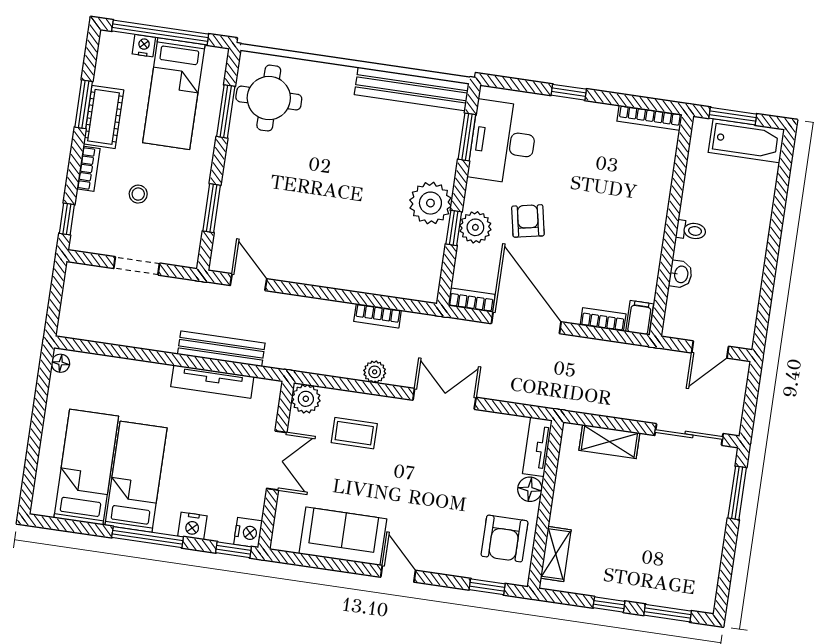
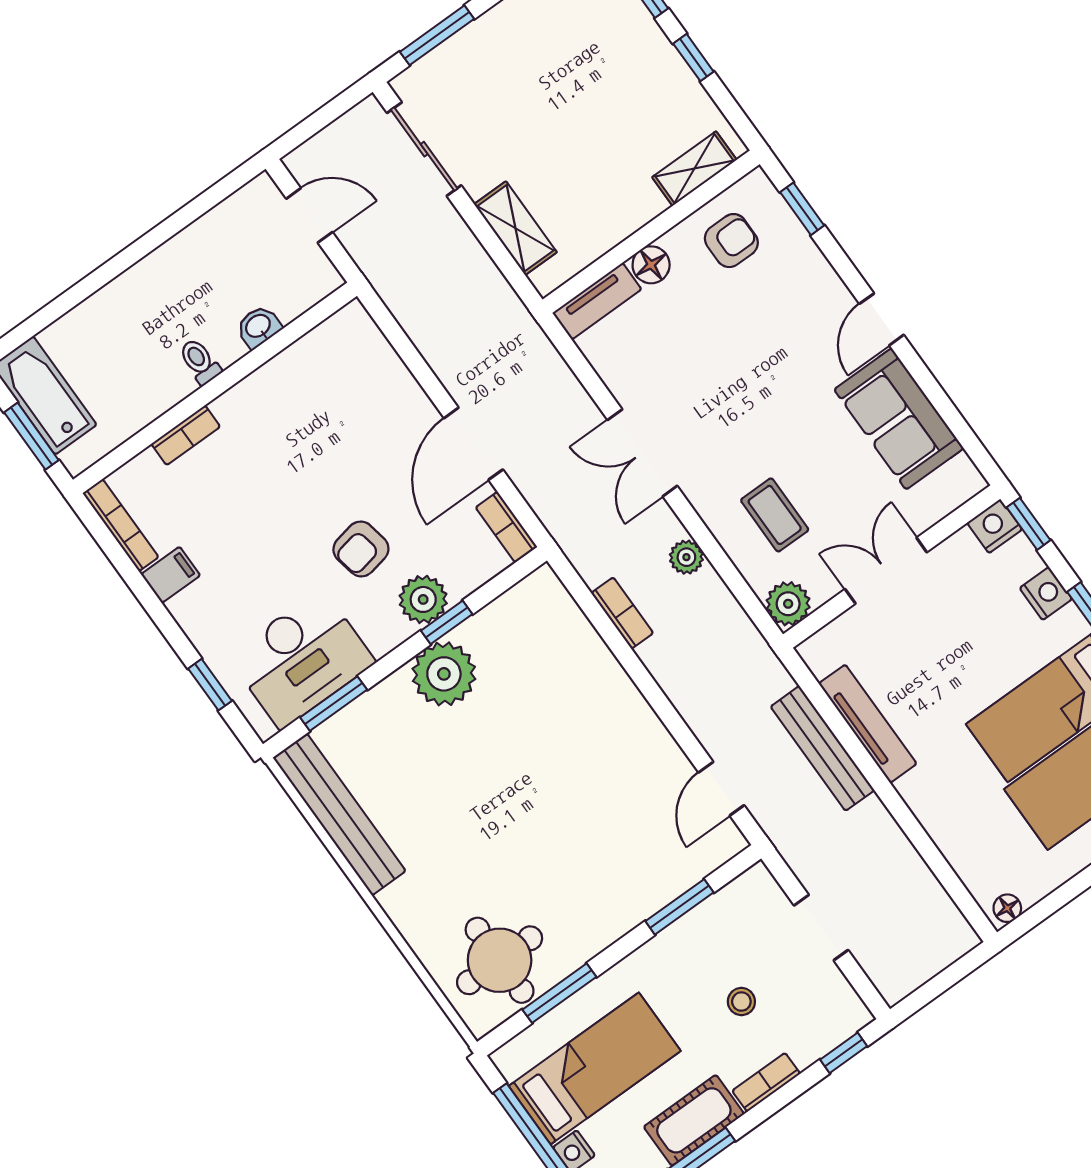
window: (569, 92) -> (210, 685), moved
filing cabinet: (640, 318) -> (171, 575), moved, turned 180
bookcase: (603, 320) -> (186, 435), moved, turned -90
door: (526, 323) -> (473, 444), width x0.73
armchair: (505, 539) -> (731, 241), width x0.72, depth x0.72

